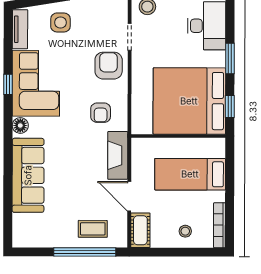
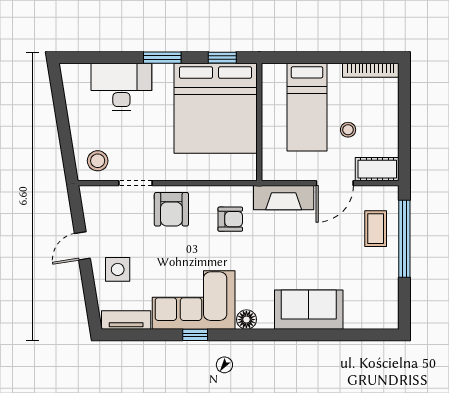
armchair: (109, 66) -> (171, 209), turned -90
sofa: (28, 175) -> (309, 310), width x0.73
stool: (185, 231) -> (348, 130), moved

